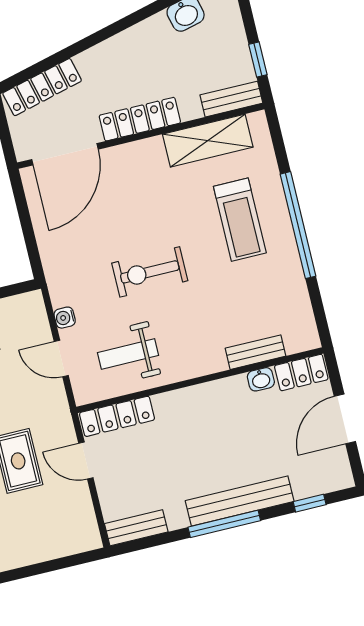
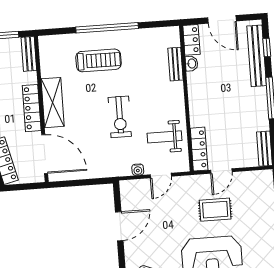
shelving: (208, 141) -> (53, 103), moved
weight bench: (128, 354) -> (164, 137), turned 90
bench: (240, 501) -> (257, 56), moved

